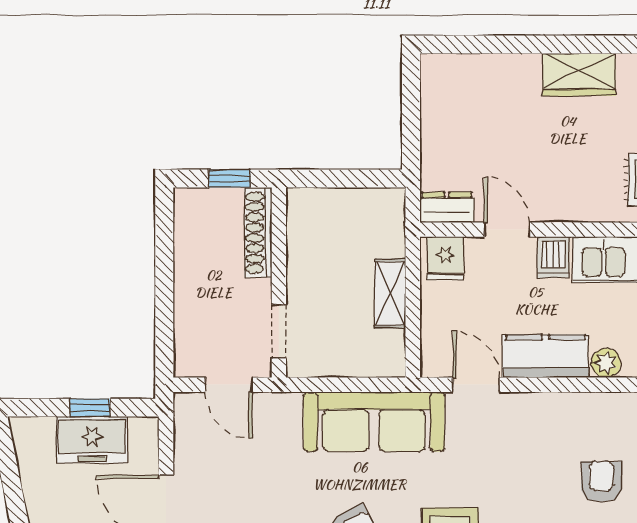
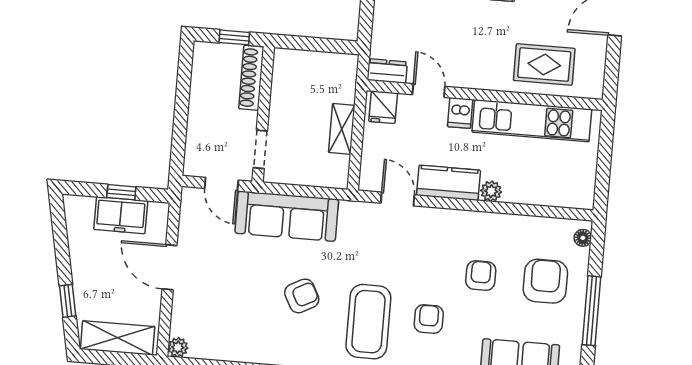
sofa: (374, 422) -> (287, 216), moved

